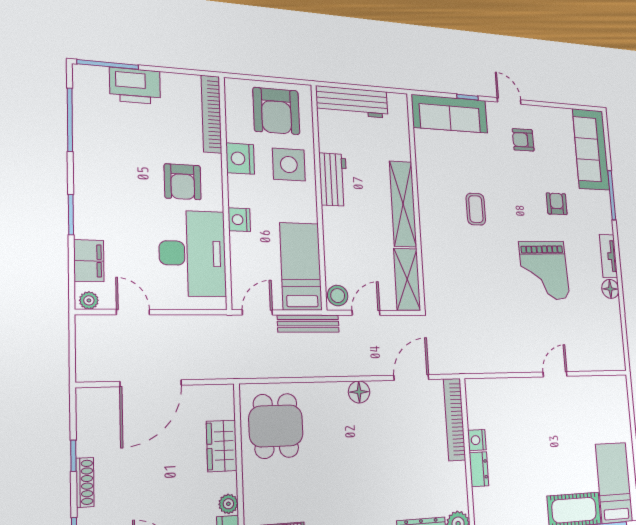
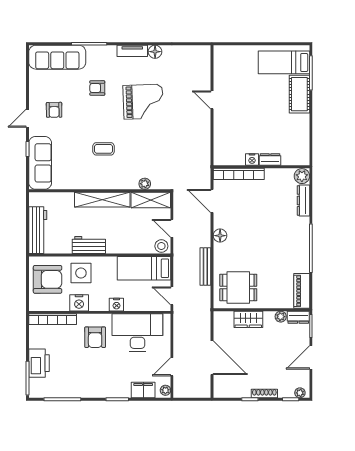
armchair: (183, 182) -> (95, 337), turned 90
plant: (430, 270) -> (145, 184), added
bench: (308, 324) -> (205, 266), moved

